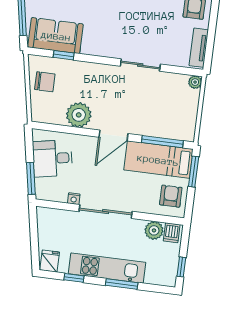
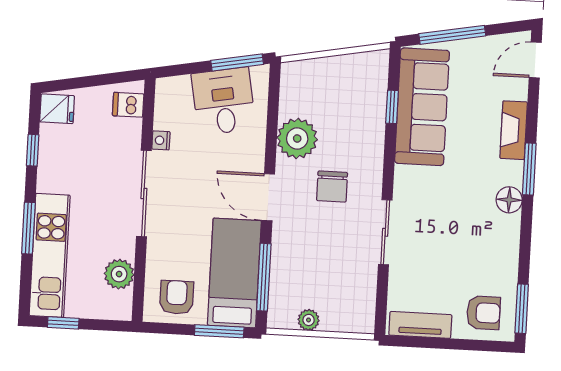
sofa: (56, 36) -> (422, 107), width x1.36
chair: (45, 82) -> (332, 187), moved
plant: (195, 82) -> (309, 320), moved
window: (31, 178) -> (237, 62), moved
armchair: (171, 196) -> (177, 297), turned -90
dishwasher: (172, 233) -> (128, 105), moved
kitchen unit: (107, 268) -> (50, 255), moved

